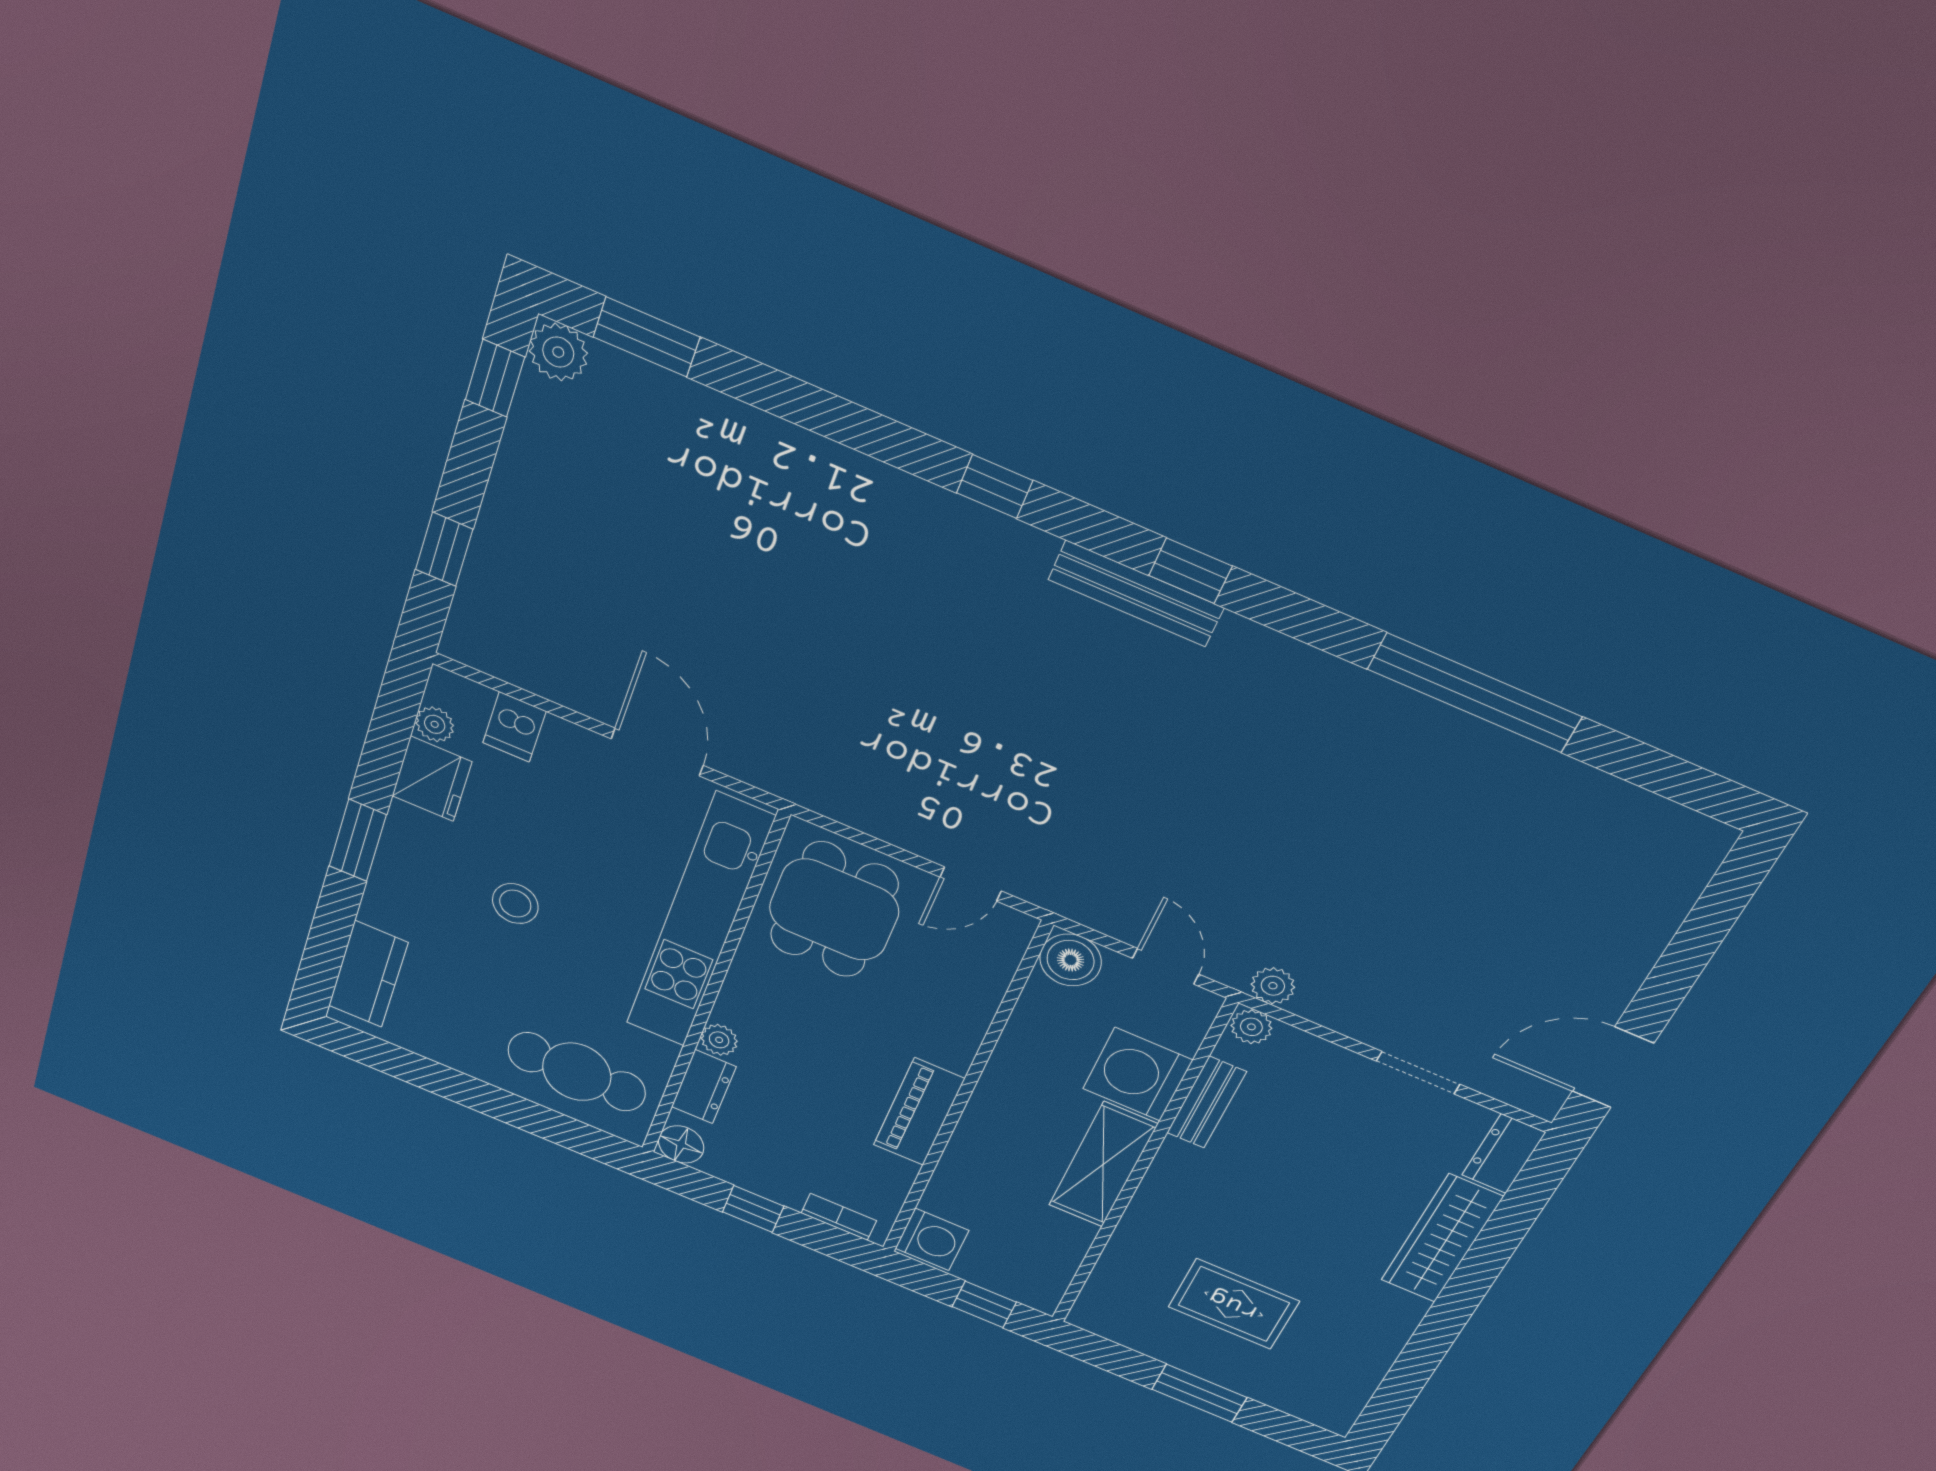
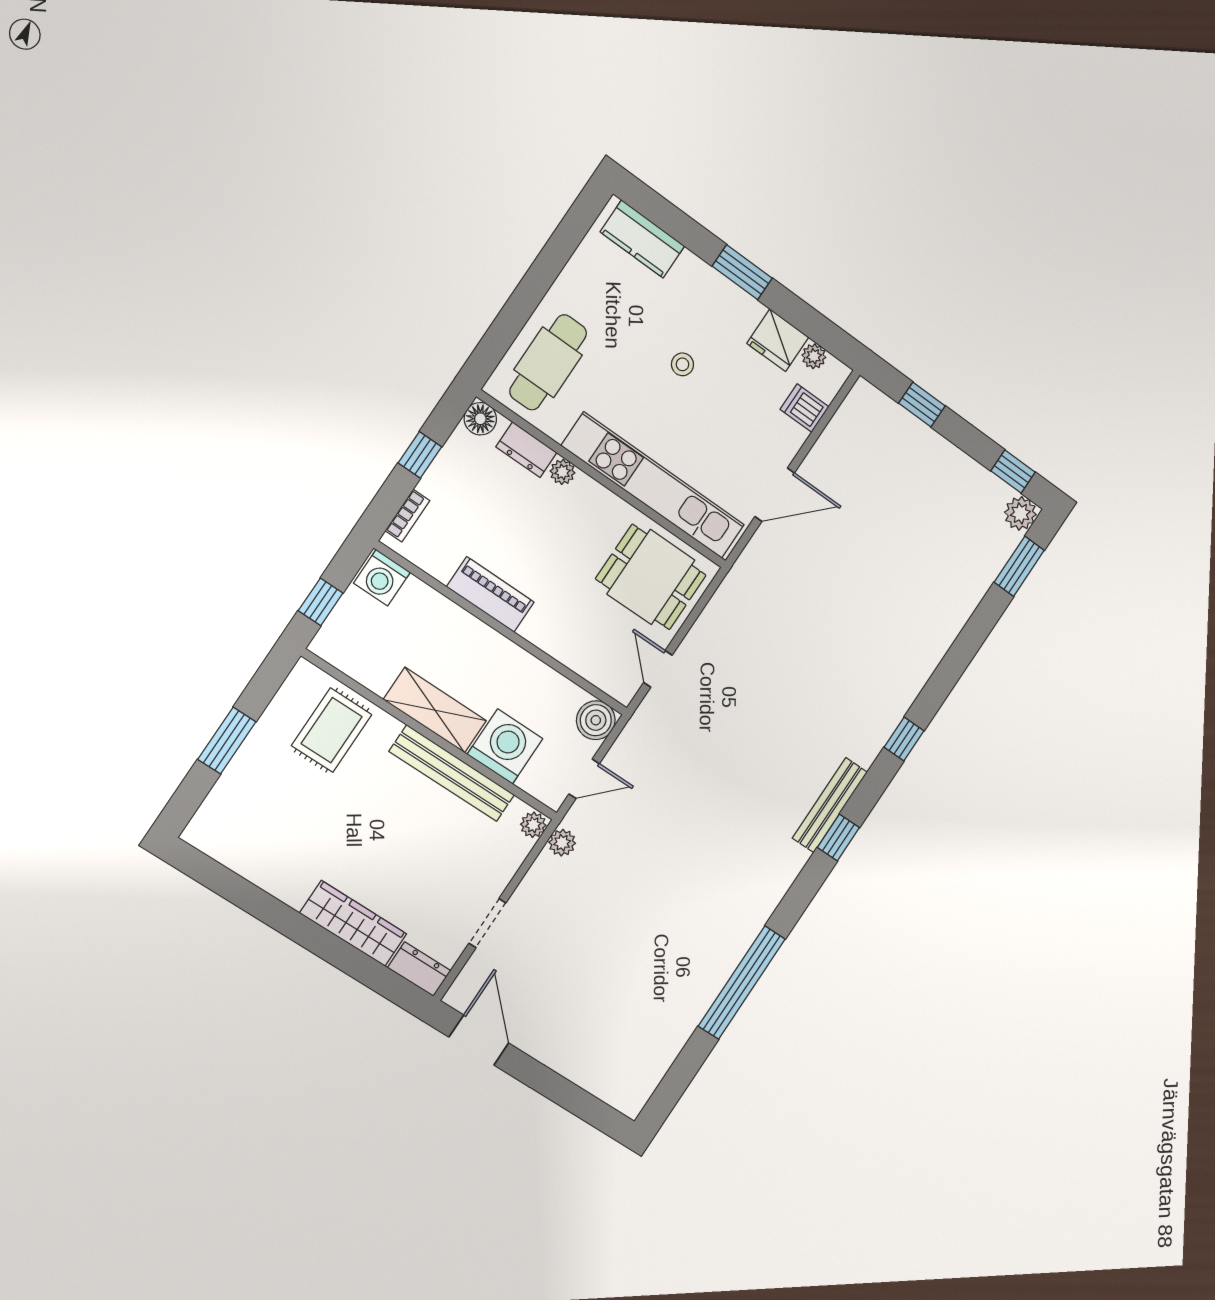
stool: (515, 904) -> (682, 364), width x0.73, depth x0.73
bench: (1206, 1102) -> (452, 773), width x1.86, depth x1.21
rug: (1234, 1304) -> (332, 730), moved

